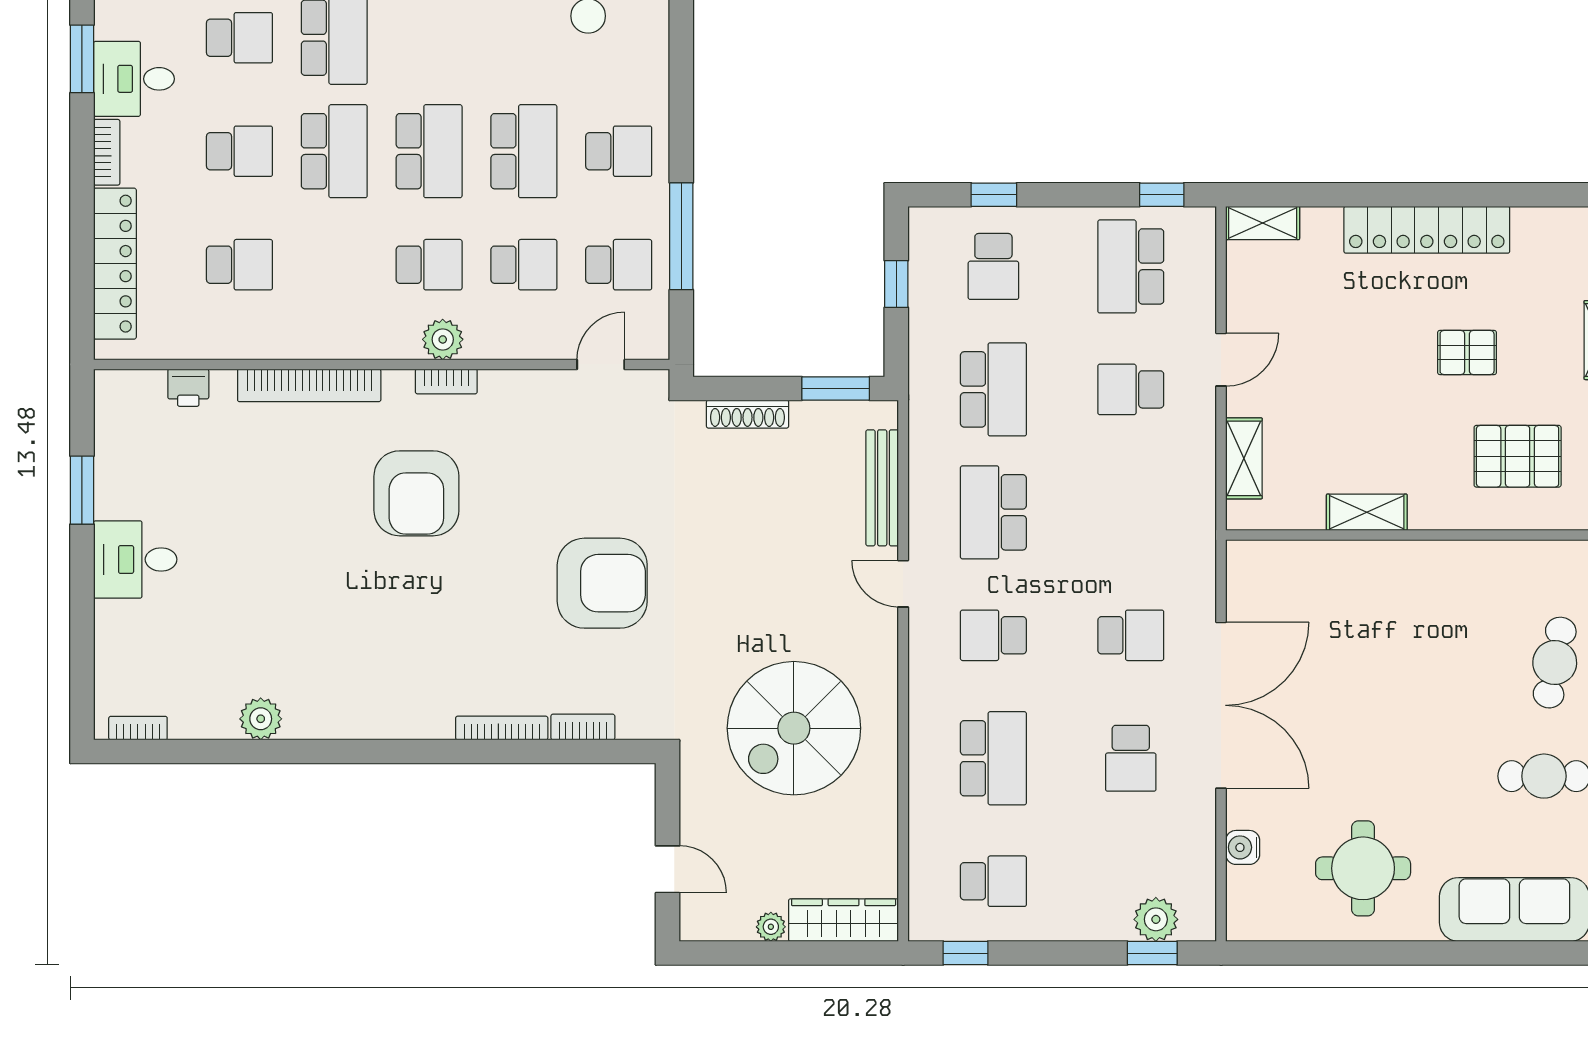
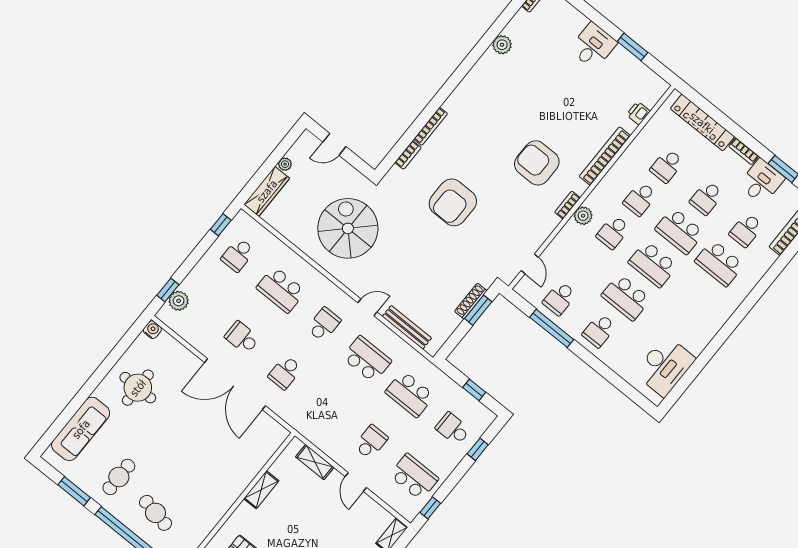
school desk: (524, 265) -> (640, 199), moved
window: (836, 388) -> (478, 310), moved
water cooler: (1243, 847) -> (152, 330), moved

